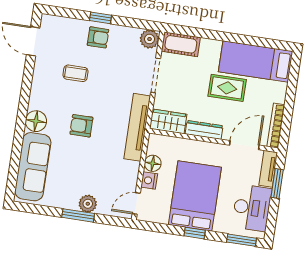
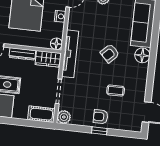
armchair: (81, 126) -> (110, 53), turned 135
floor lamp: (153, 163) -> (56, 44), moved

